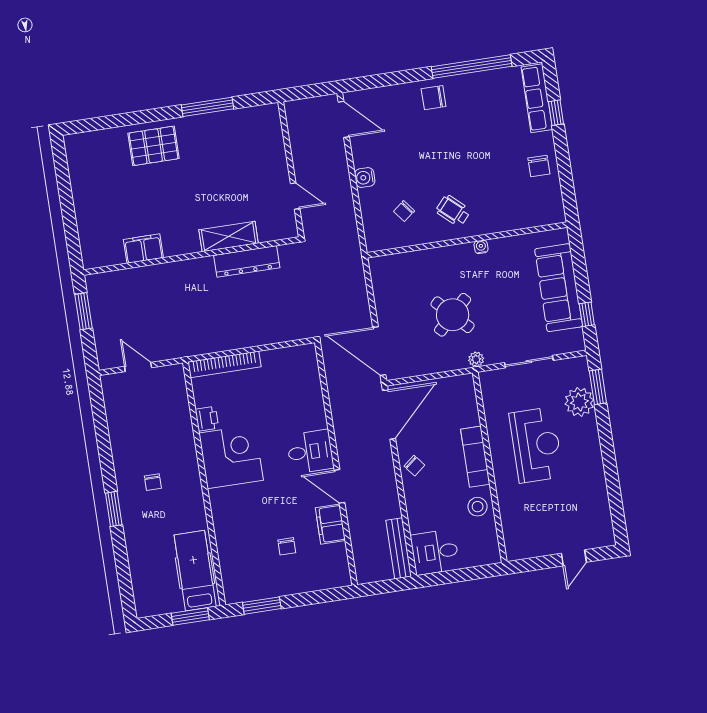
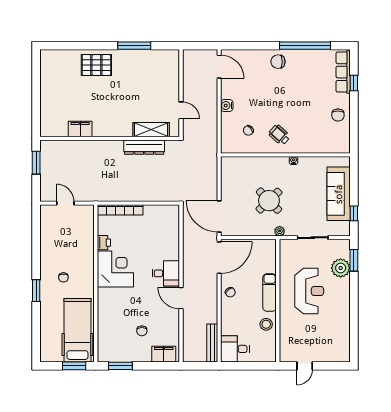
shelving: (229, 237) -> (151, 130), moved
filing cabinet: (330, 524) -> (164, 354), moved, turned 90
door: (574, 558) -> (305, 366), moved
hospital bed: (195, 571) -> (77, 330), width x1.37, depth x1.29

